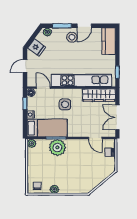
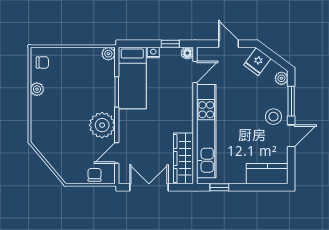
door: (84, 26) -> (291, 136), swing flipped
side table: (65, 104) -> (169, 106), removed
plant: (57, 147) -> (102, 125), moved

